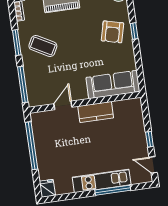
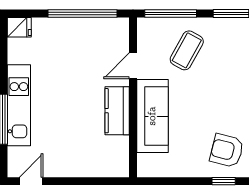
coffee table: (43, 46) -> (187, 50), moved
sofa: (113, 85) -> (152, 116), moved
door: (63, 105) -> (133, 66), swing flipped
window: (149, 139) -> (68, 181), removed

